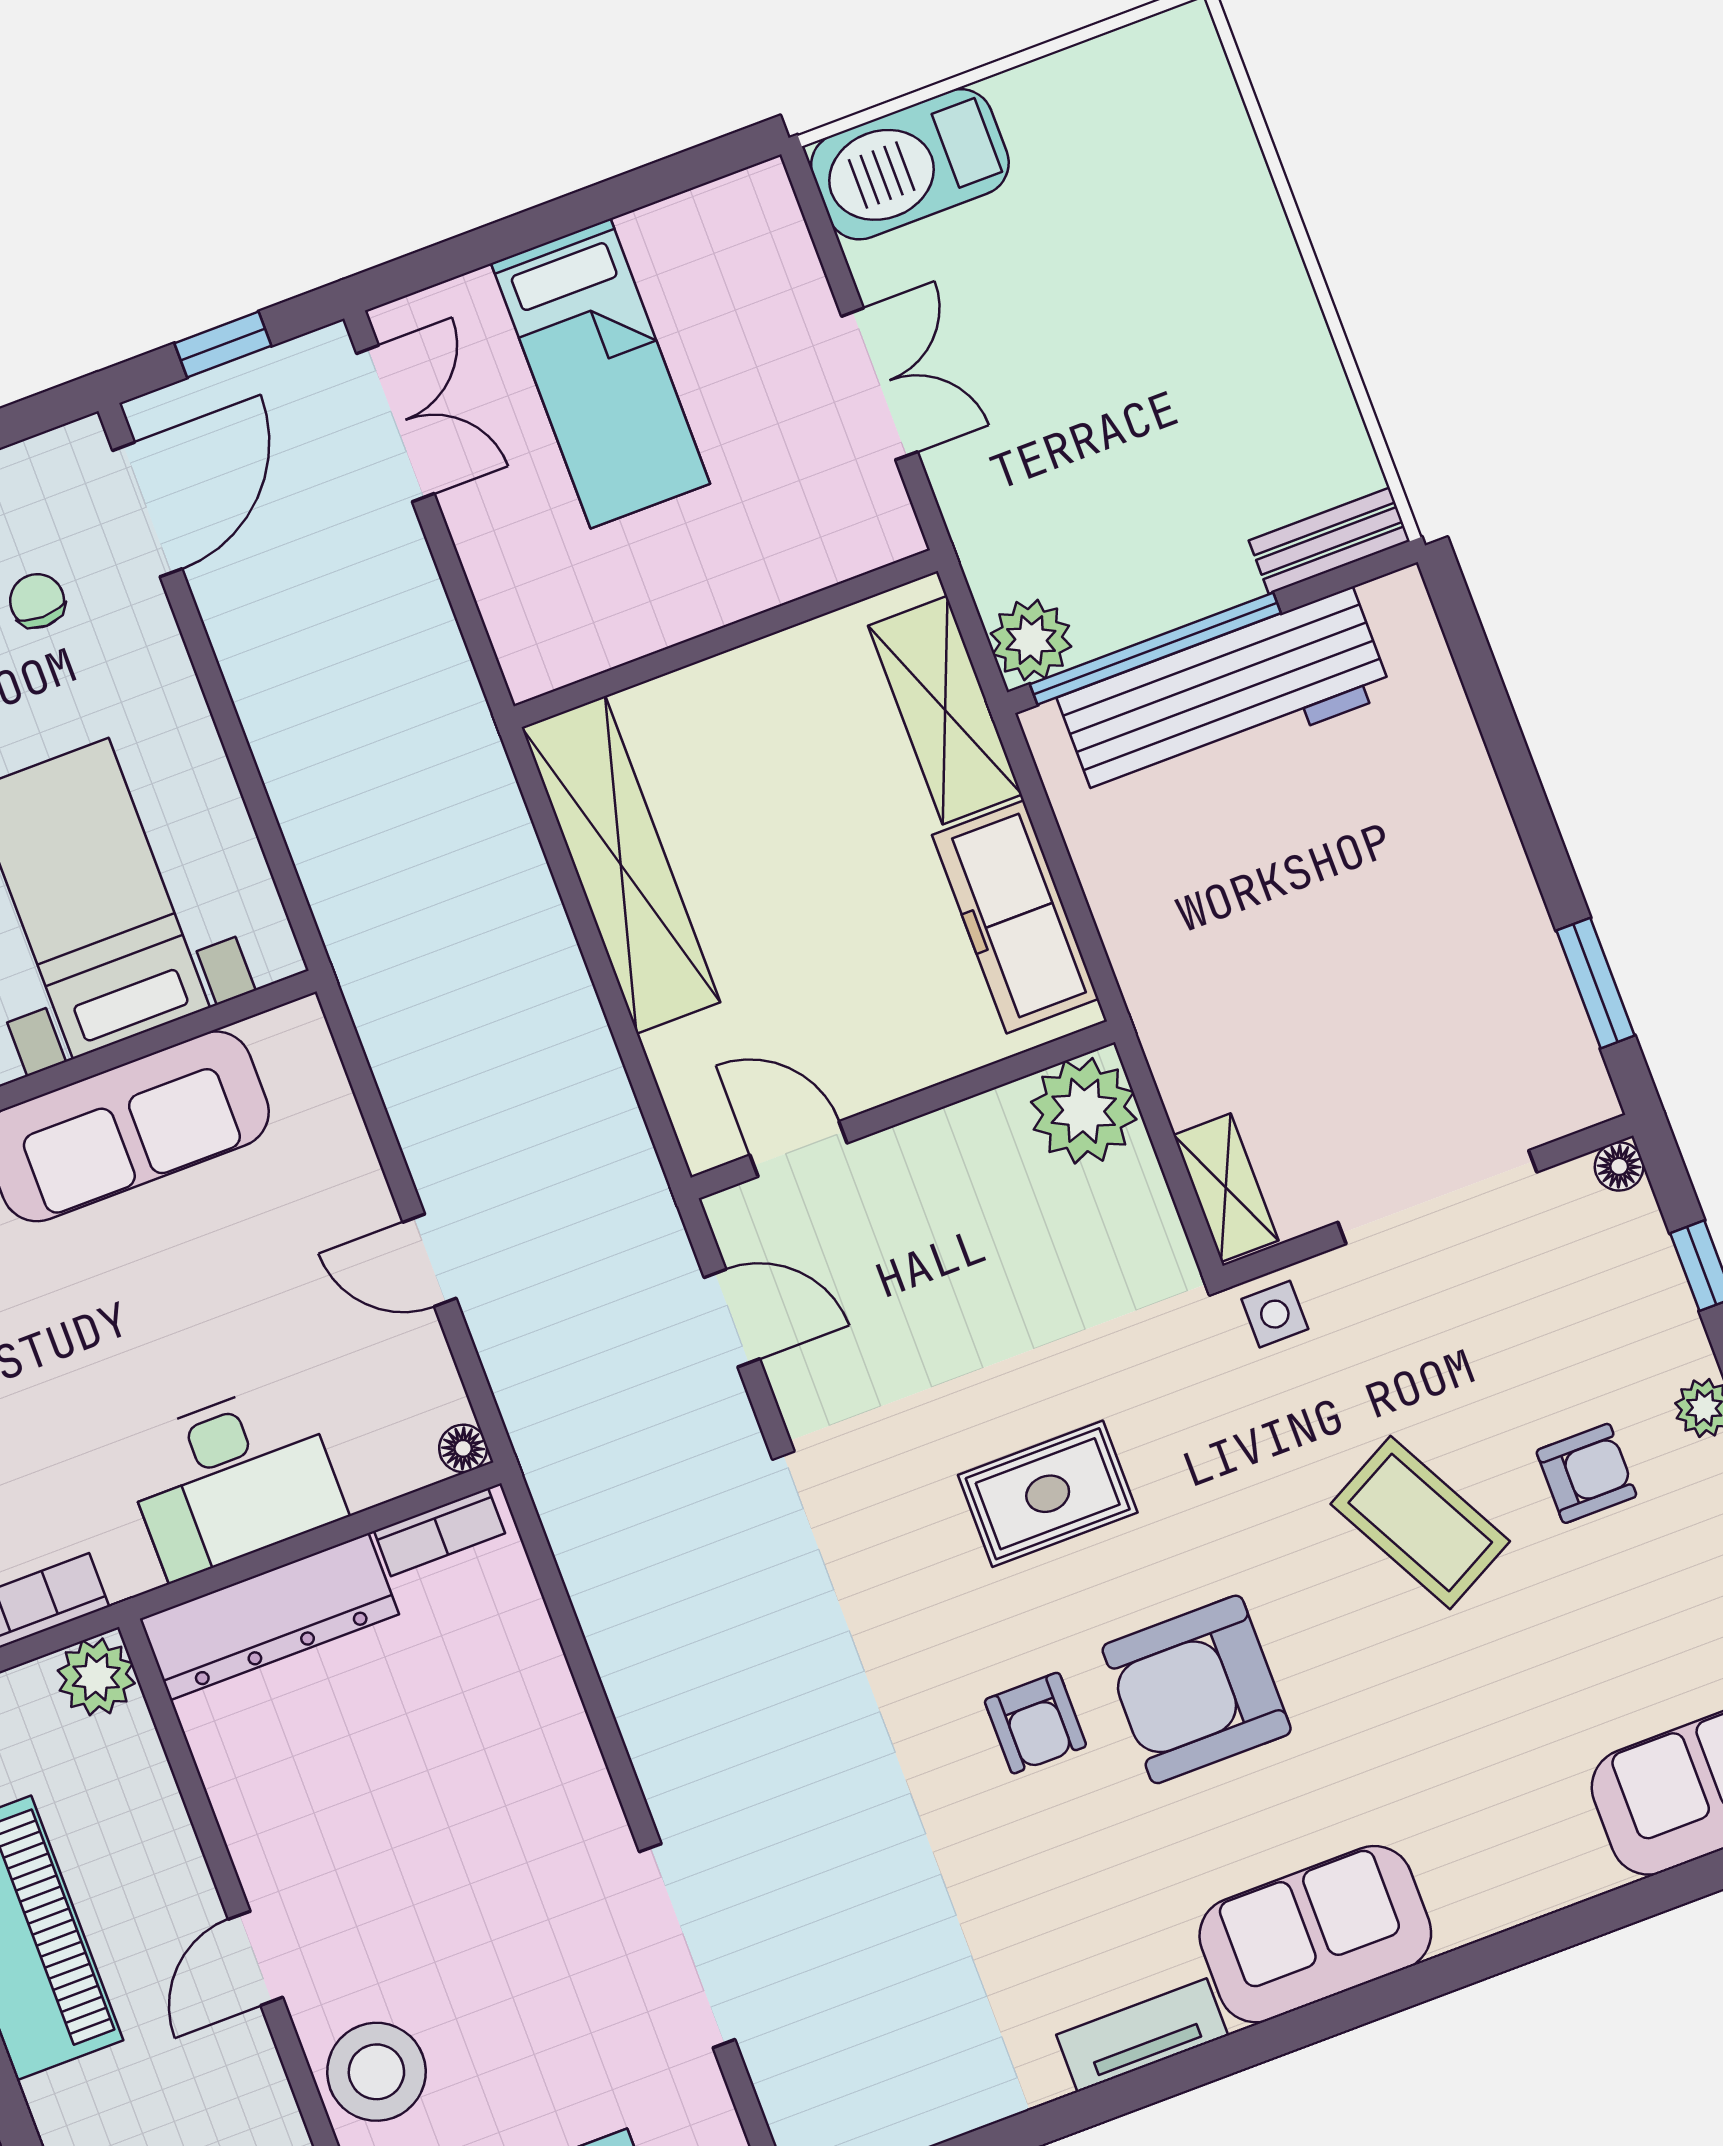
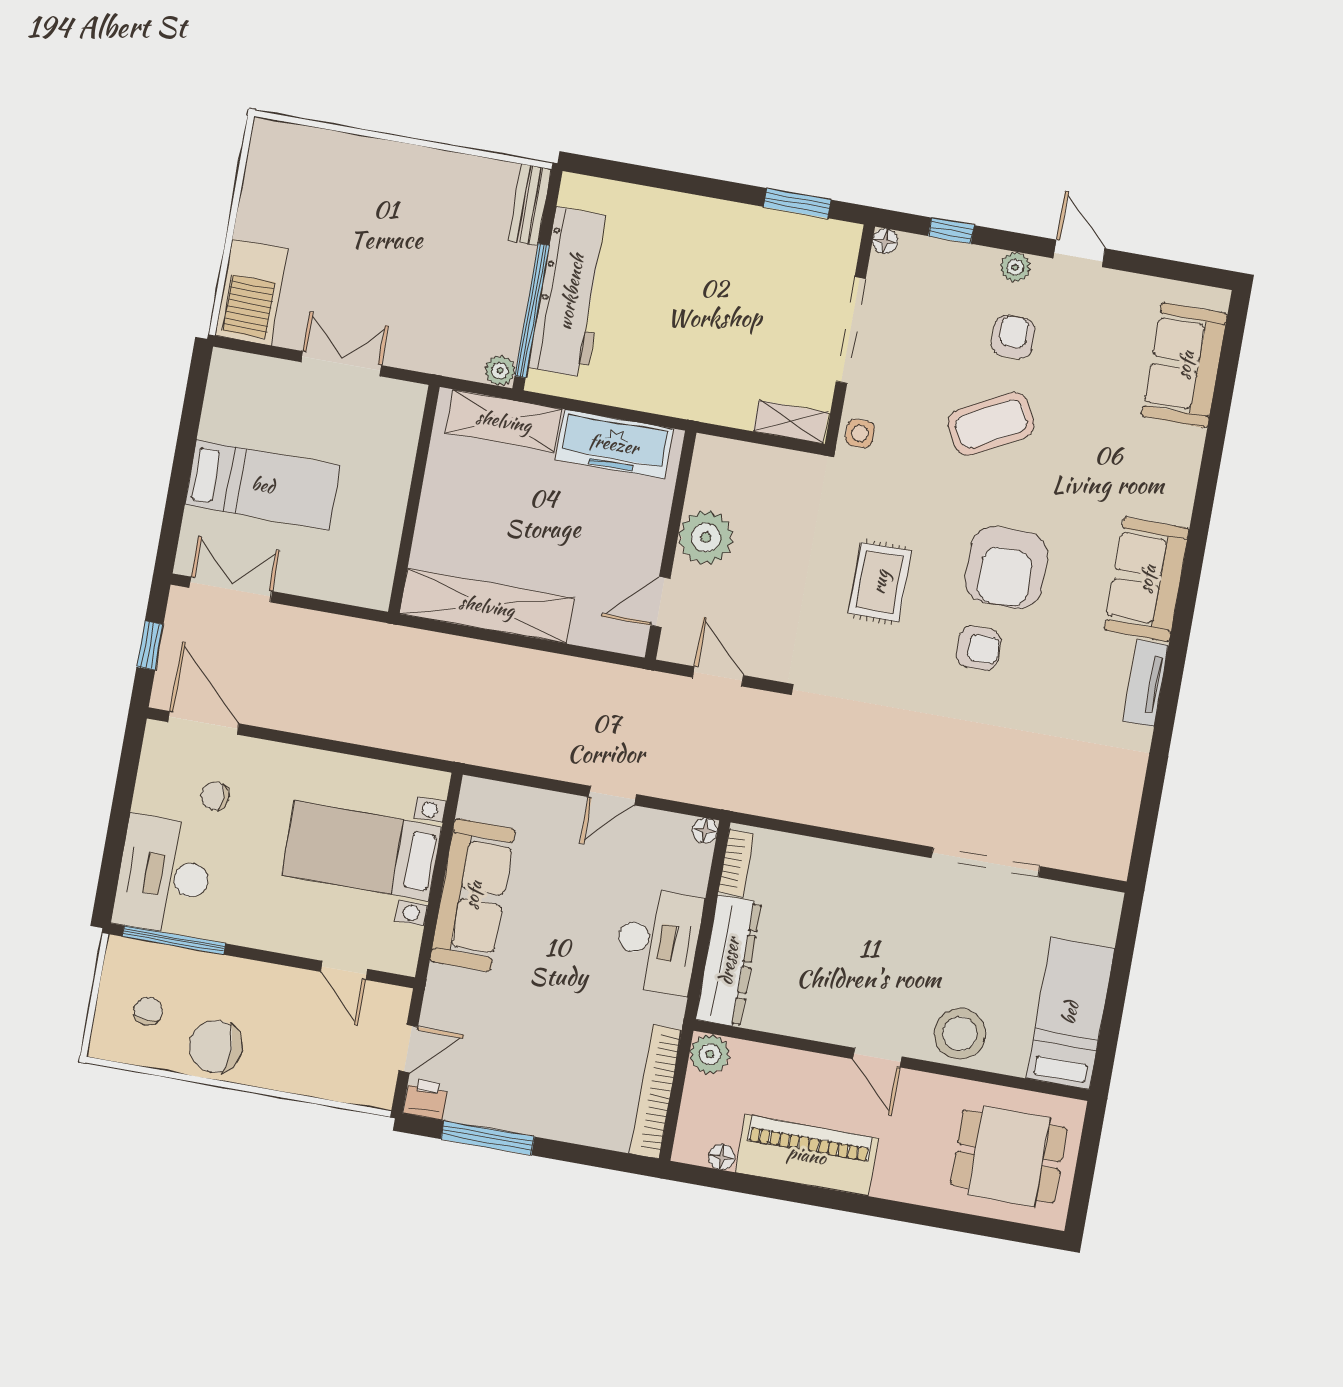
plant: (1031, 640) -> (500, 371), width x0.73, depth x0.73
plant: (1084, 1111) -> (706, 537), moved
door: (732, 1318) -> (718, 676), hinge flipped

